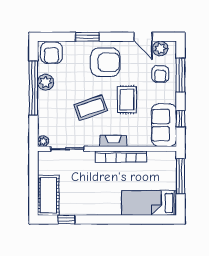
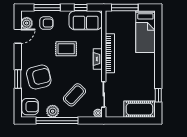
armchair: (105, 62) -> (39, 77), moved, turned 76
coffee table: (91, 108) -> (74, 95), moved, turned 62

